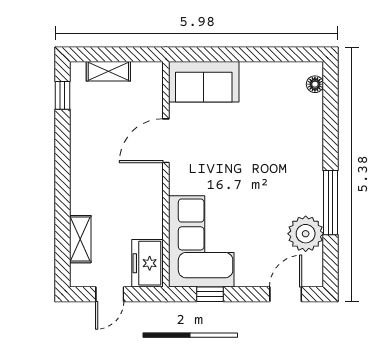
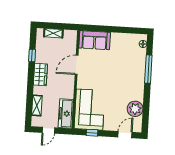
window: (62, 95) -> (32, 55), moved
wardrobe: (84, 168) -> (40, 75), added
window: (331, 203) -> (148, 69), moved
freezer: (147, 263) -> (66, 114), width x1.40

